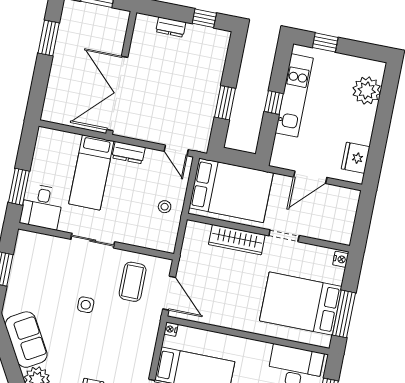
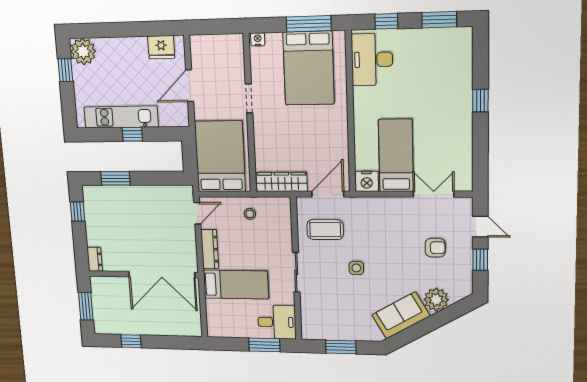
dresser: (171, 27) -> (95, 259), moved
window: (49, 38) -> (131, 341), width x0.67
window: (325, 42) -> (65, 70), moved
plant: (367, 91) -> (83, 51), moved
window: (225, 103) -> (116, 178), moved
dresser: (129, 153) -> (210, 249), width x1.44
door: (310, 177) -> (190, 86), swing flipped
wardrobe: (237, 240) -> (282, 182), moved, turned -90
nightstand: (171, 329) -> (367, 181), width x1.89, depth x1.79

